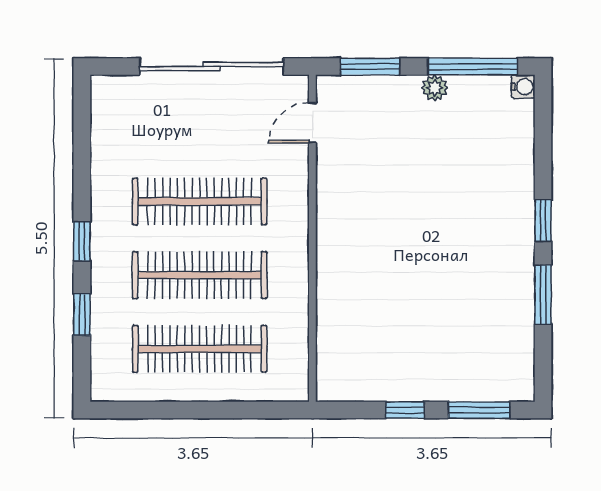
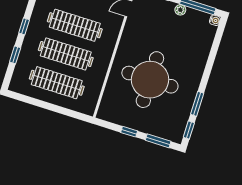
window: (543, 221) -> (189, 130), moved
round table: (415, 273) -> (150, 80), added

